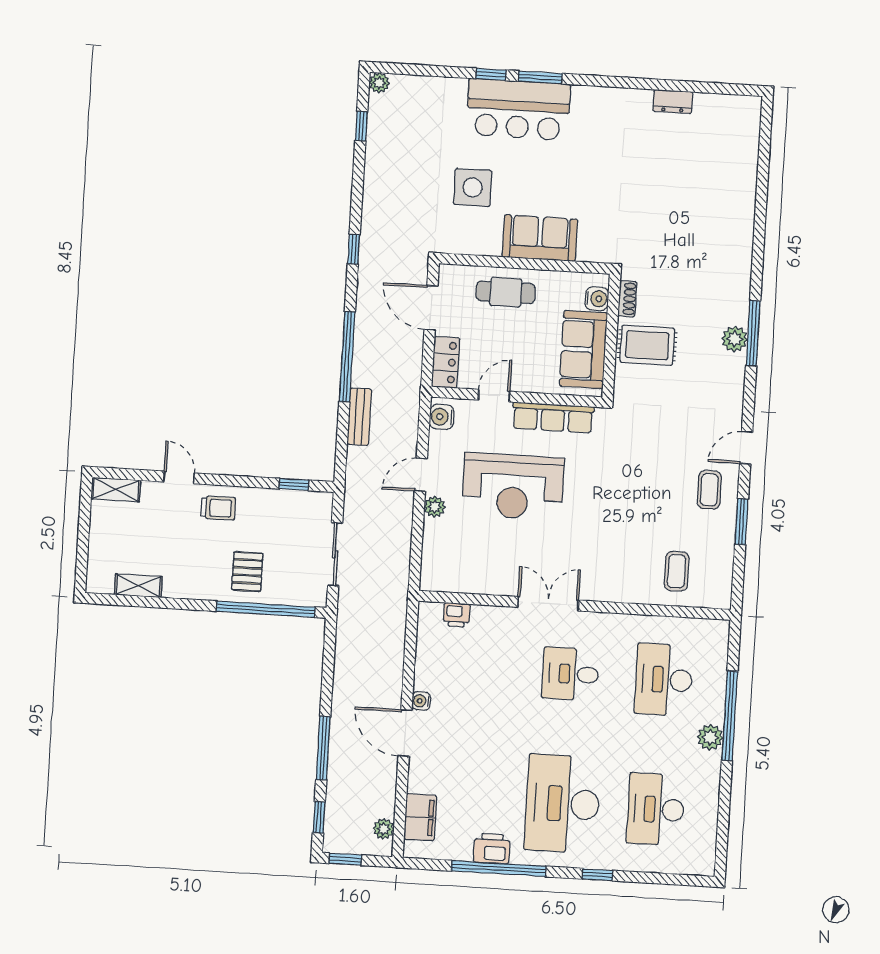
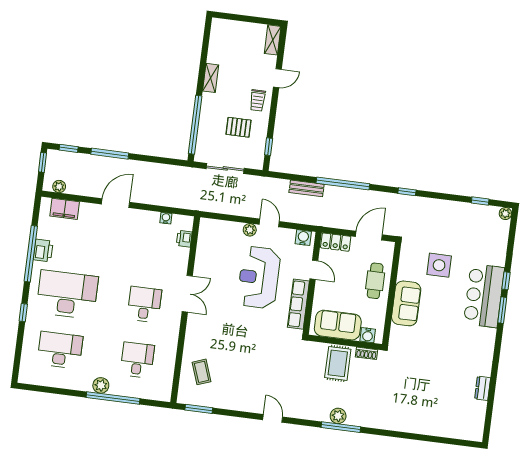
coffee table: (709, 490) -> (249, 395), removed
window: (742, 522) -> (199, 409), moved
coffee table: (677, 571) -> (202, 372), turned 70
pallet: (247, 572) -> (239, 127), moved
shelving: (138, 586) -> (211, 78), moved
desk: (664, 680) -> (137, 360), width x0.73
water cooler: (421, 701) -> (166, 218), moved

